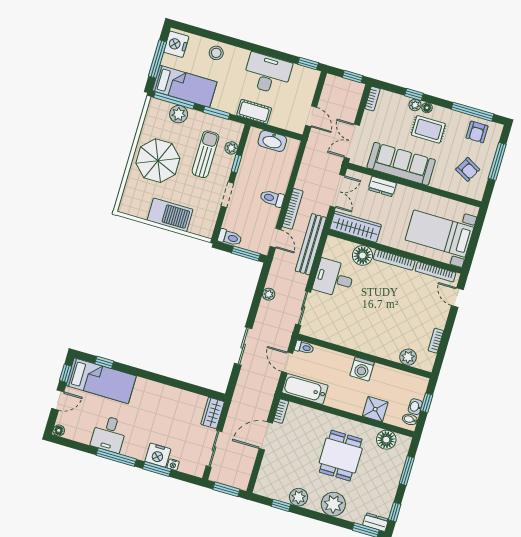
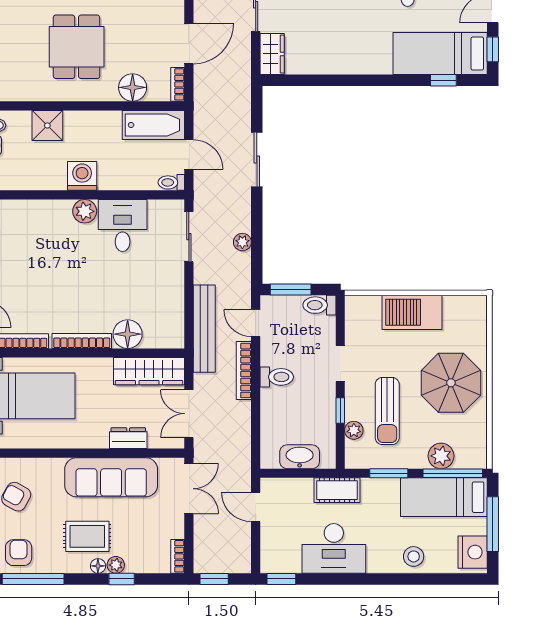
desk: (334, 278) -> (123, 225), moved, turned -90
plant: (408, 357) -> (85, 211), moved
floor lamp: (386, 440) -> (133, 87), moved

